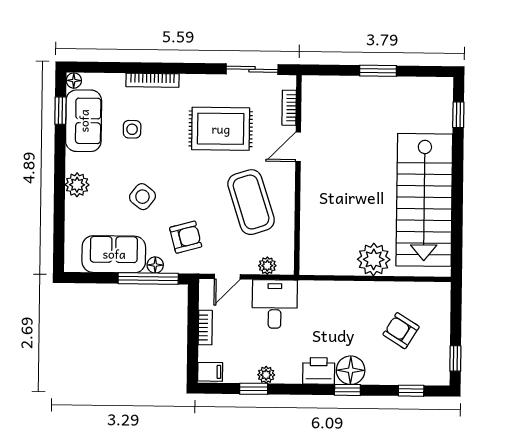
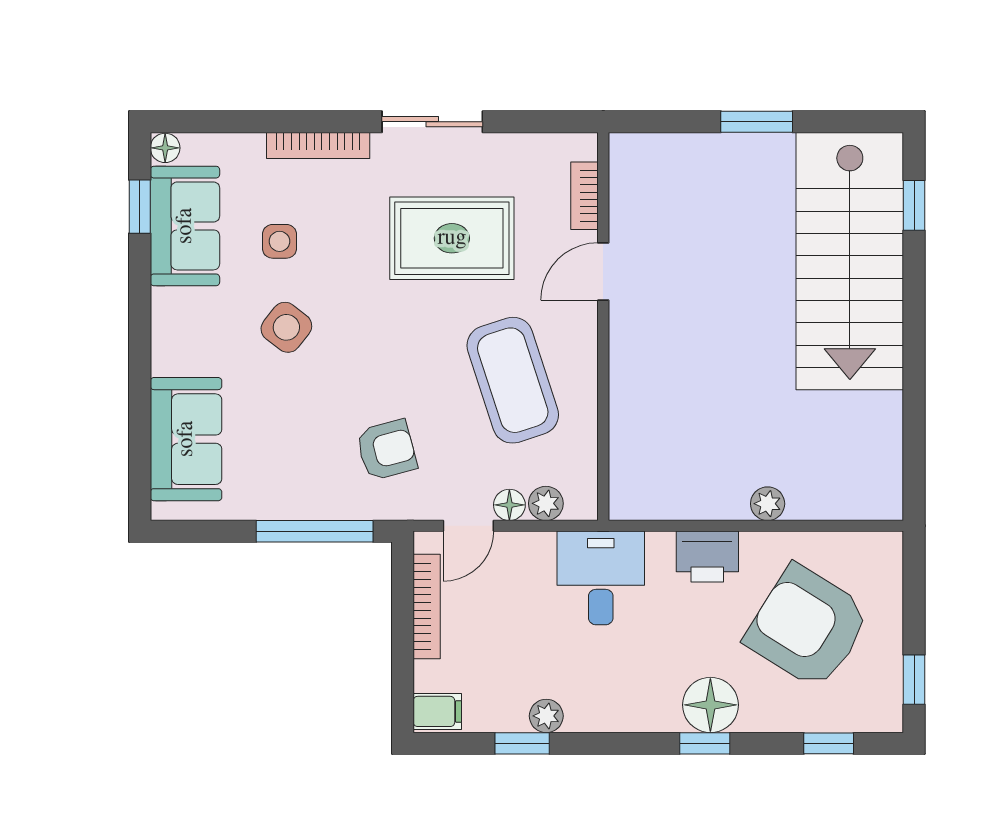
sliding door: (252, 69) -> (432, 122), moved
plant: (77, 185) -> (174, 351), removed
side table: (142, 197) -> (286, 327), moved
stairs: (424, 200) -> (850, 261), moved
sofa: (114, 254) -> (186, 439), moved, turned 90
plant: (374, 259) -> (768, 504), width x0.53, depth x0.53
floor lamp: (155, 265) -> (509, 505), moved
desk: (275, 304) -> (601, 578), moved
bookcase: (205, 328) -> (427, 607), width x1.56
armchair: (401, 331) -> (808, 627), width x1.88, depth x1.88
printer: (319, 371) -> (707, 557), moved, turned 180

